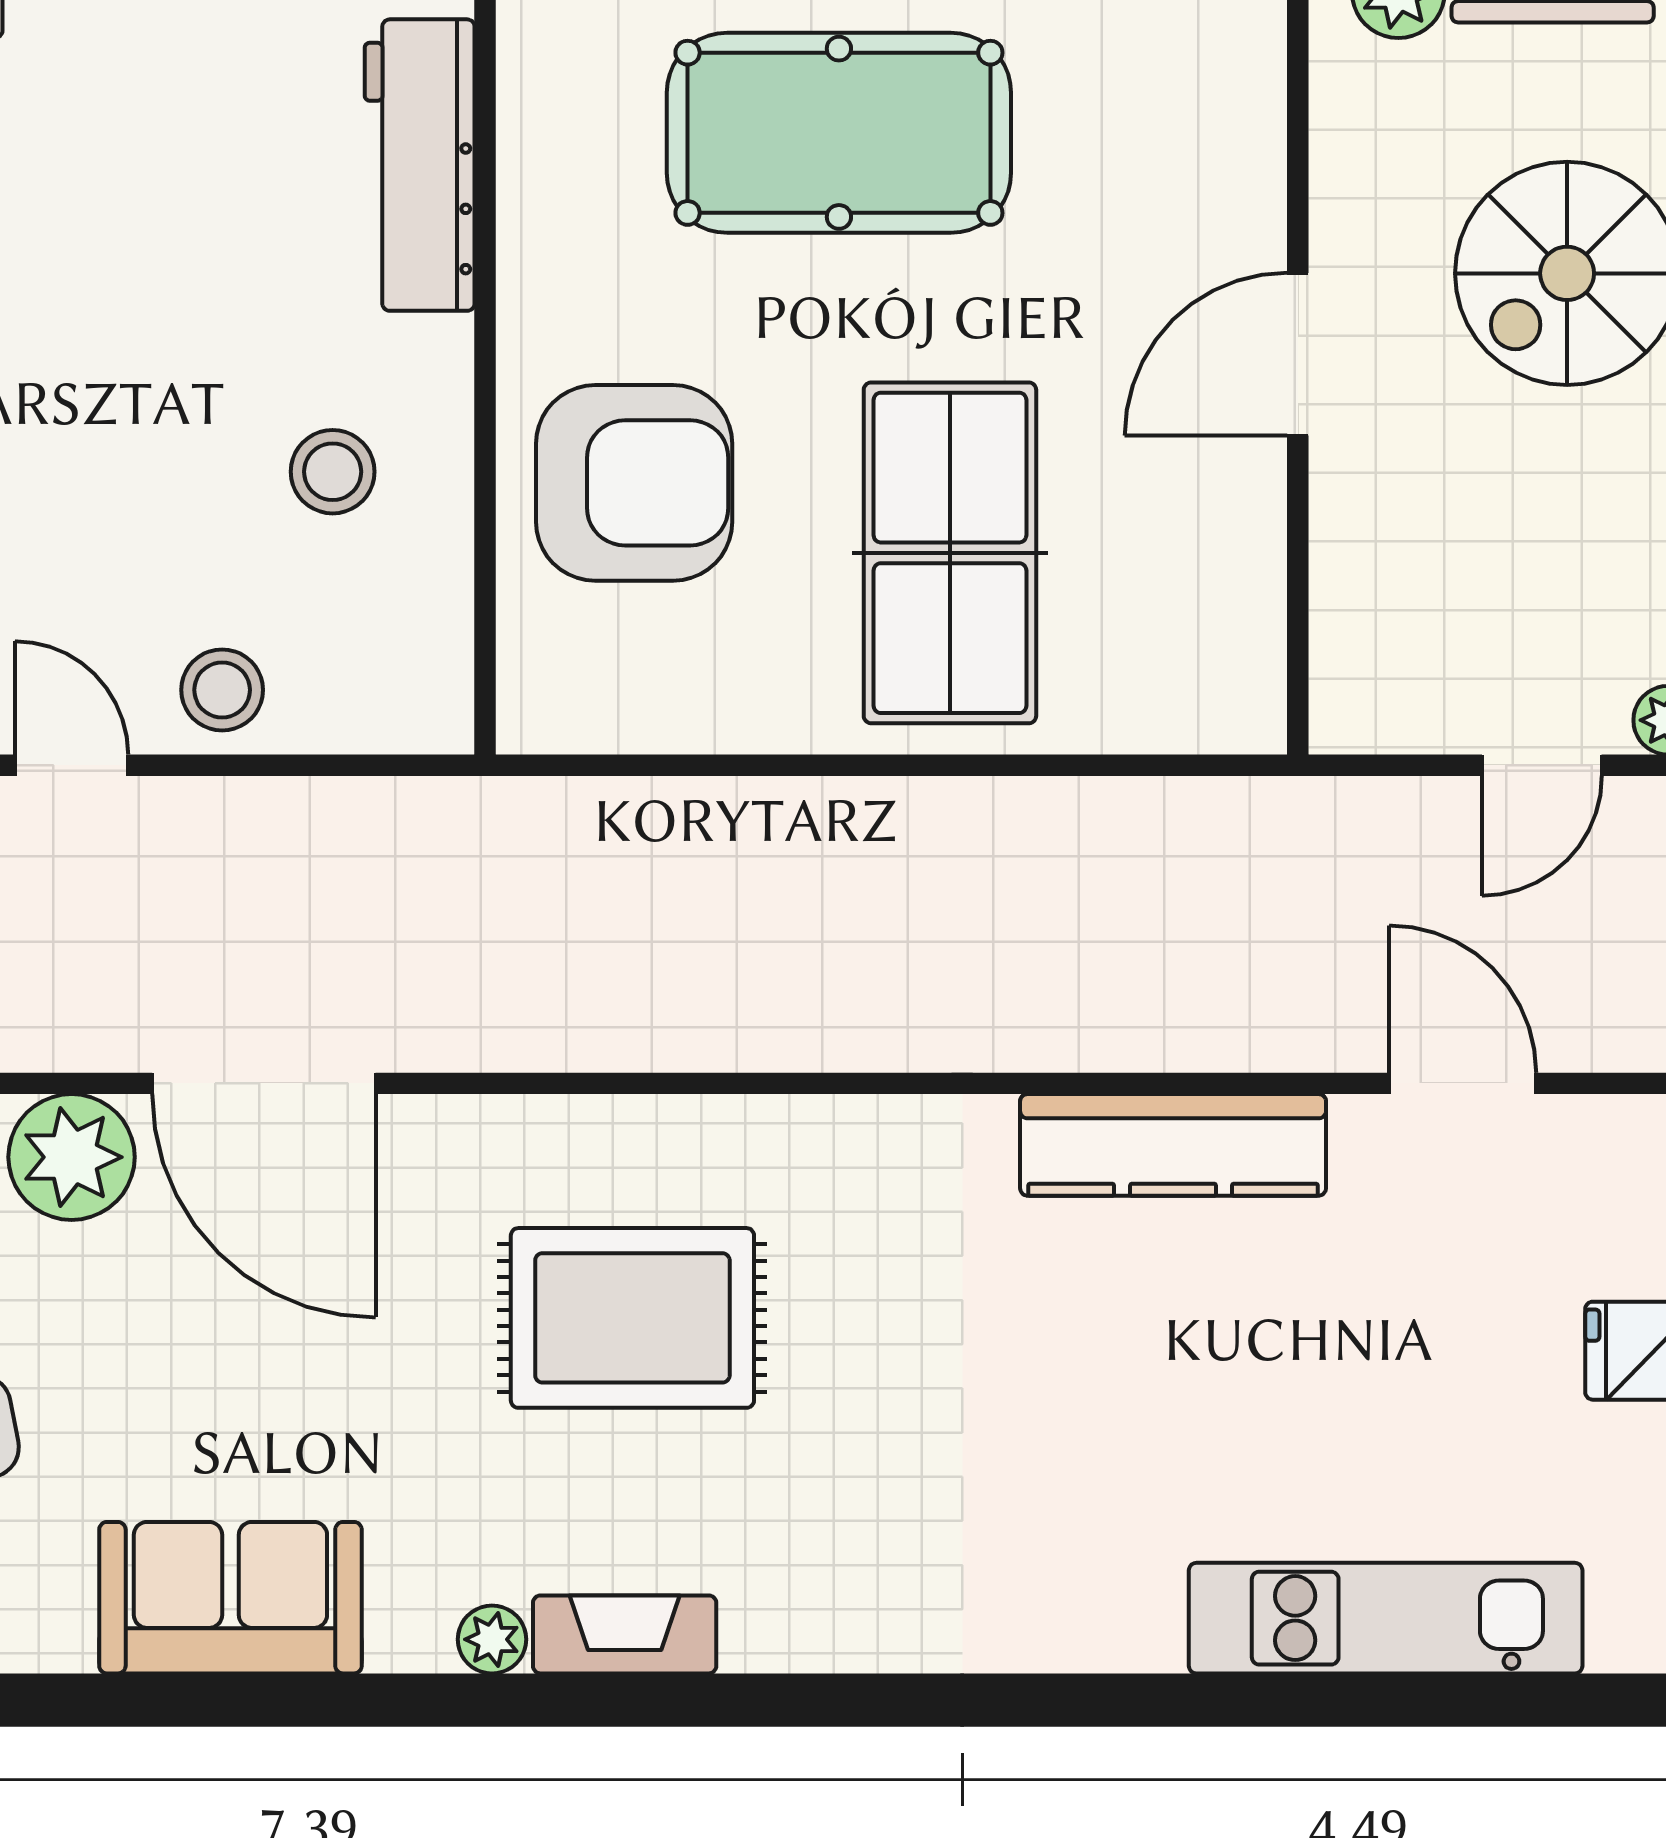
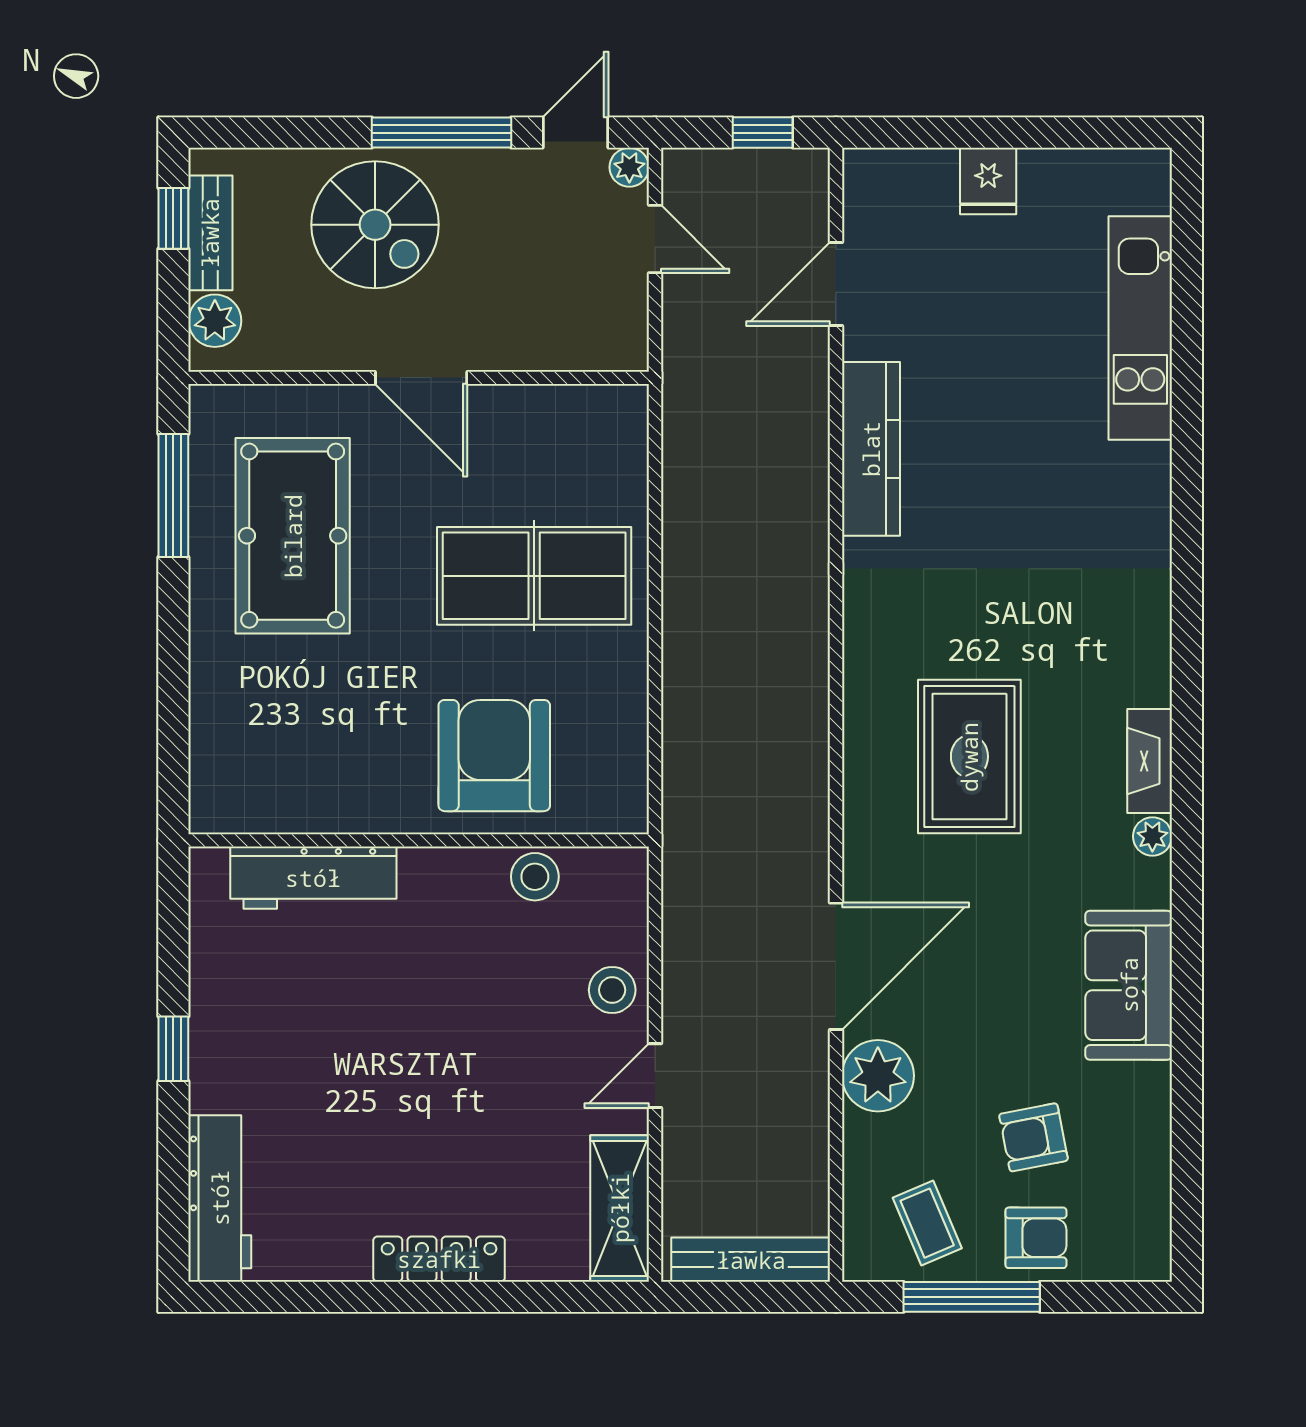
pool table: (839, 133) -> (293, 536), moved
stool: (333, 472) -> (535, 877), moved

